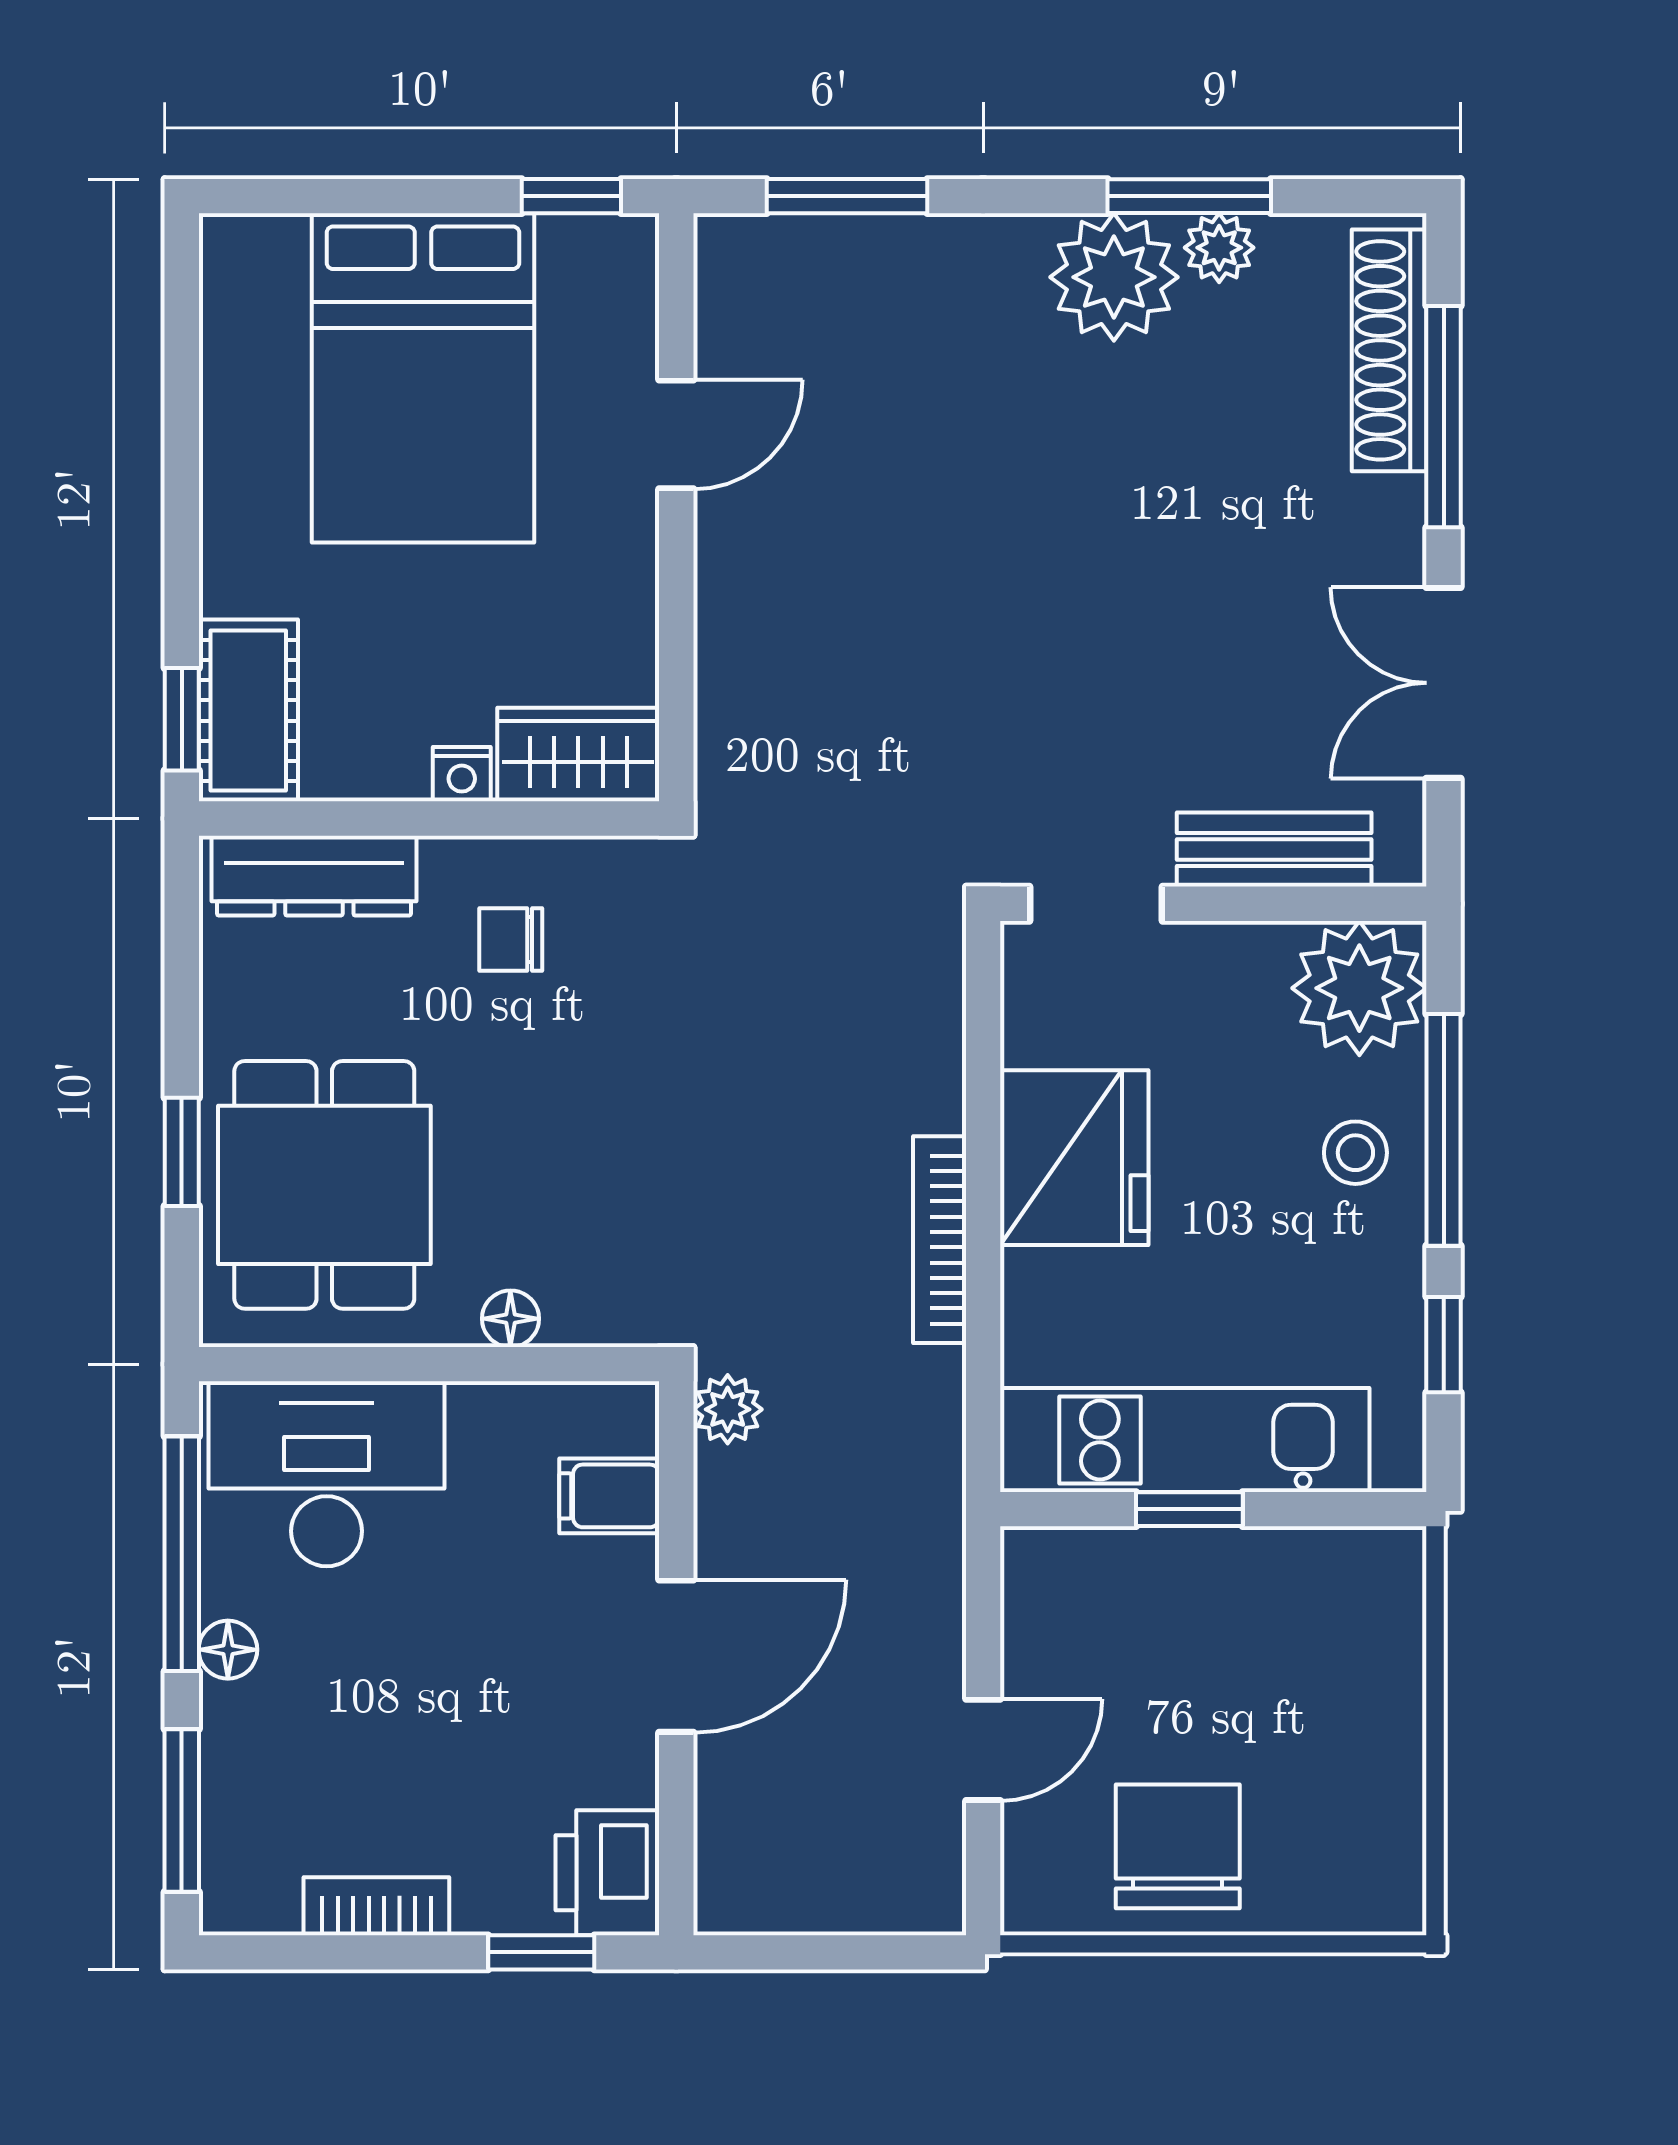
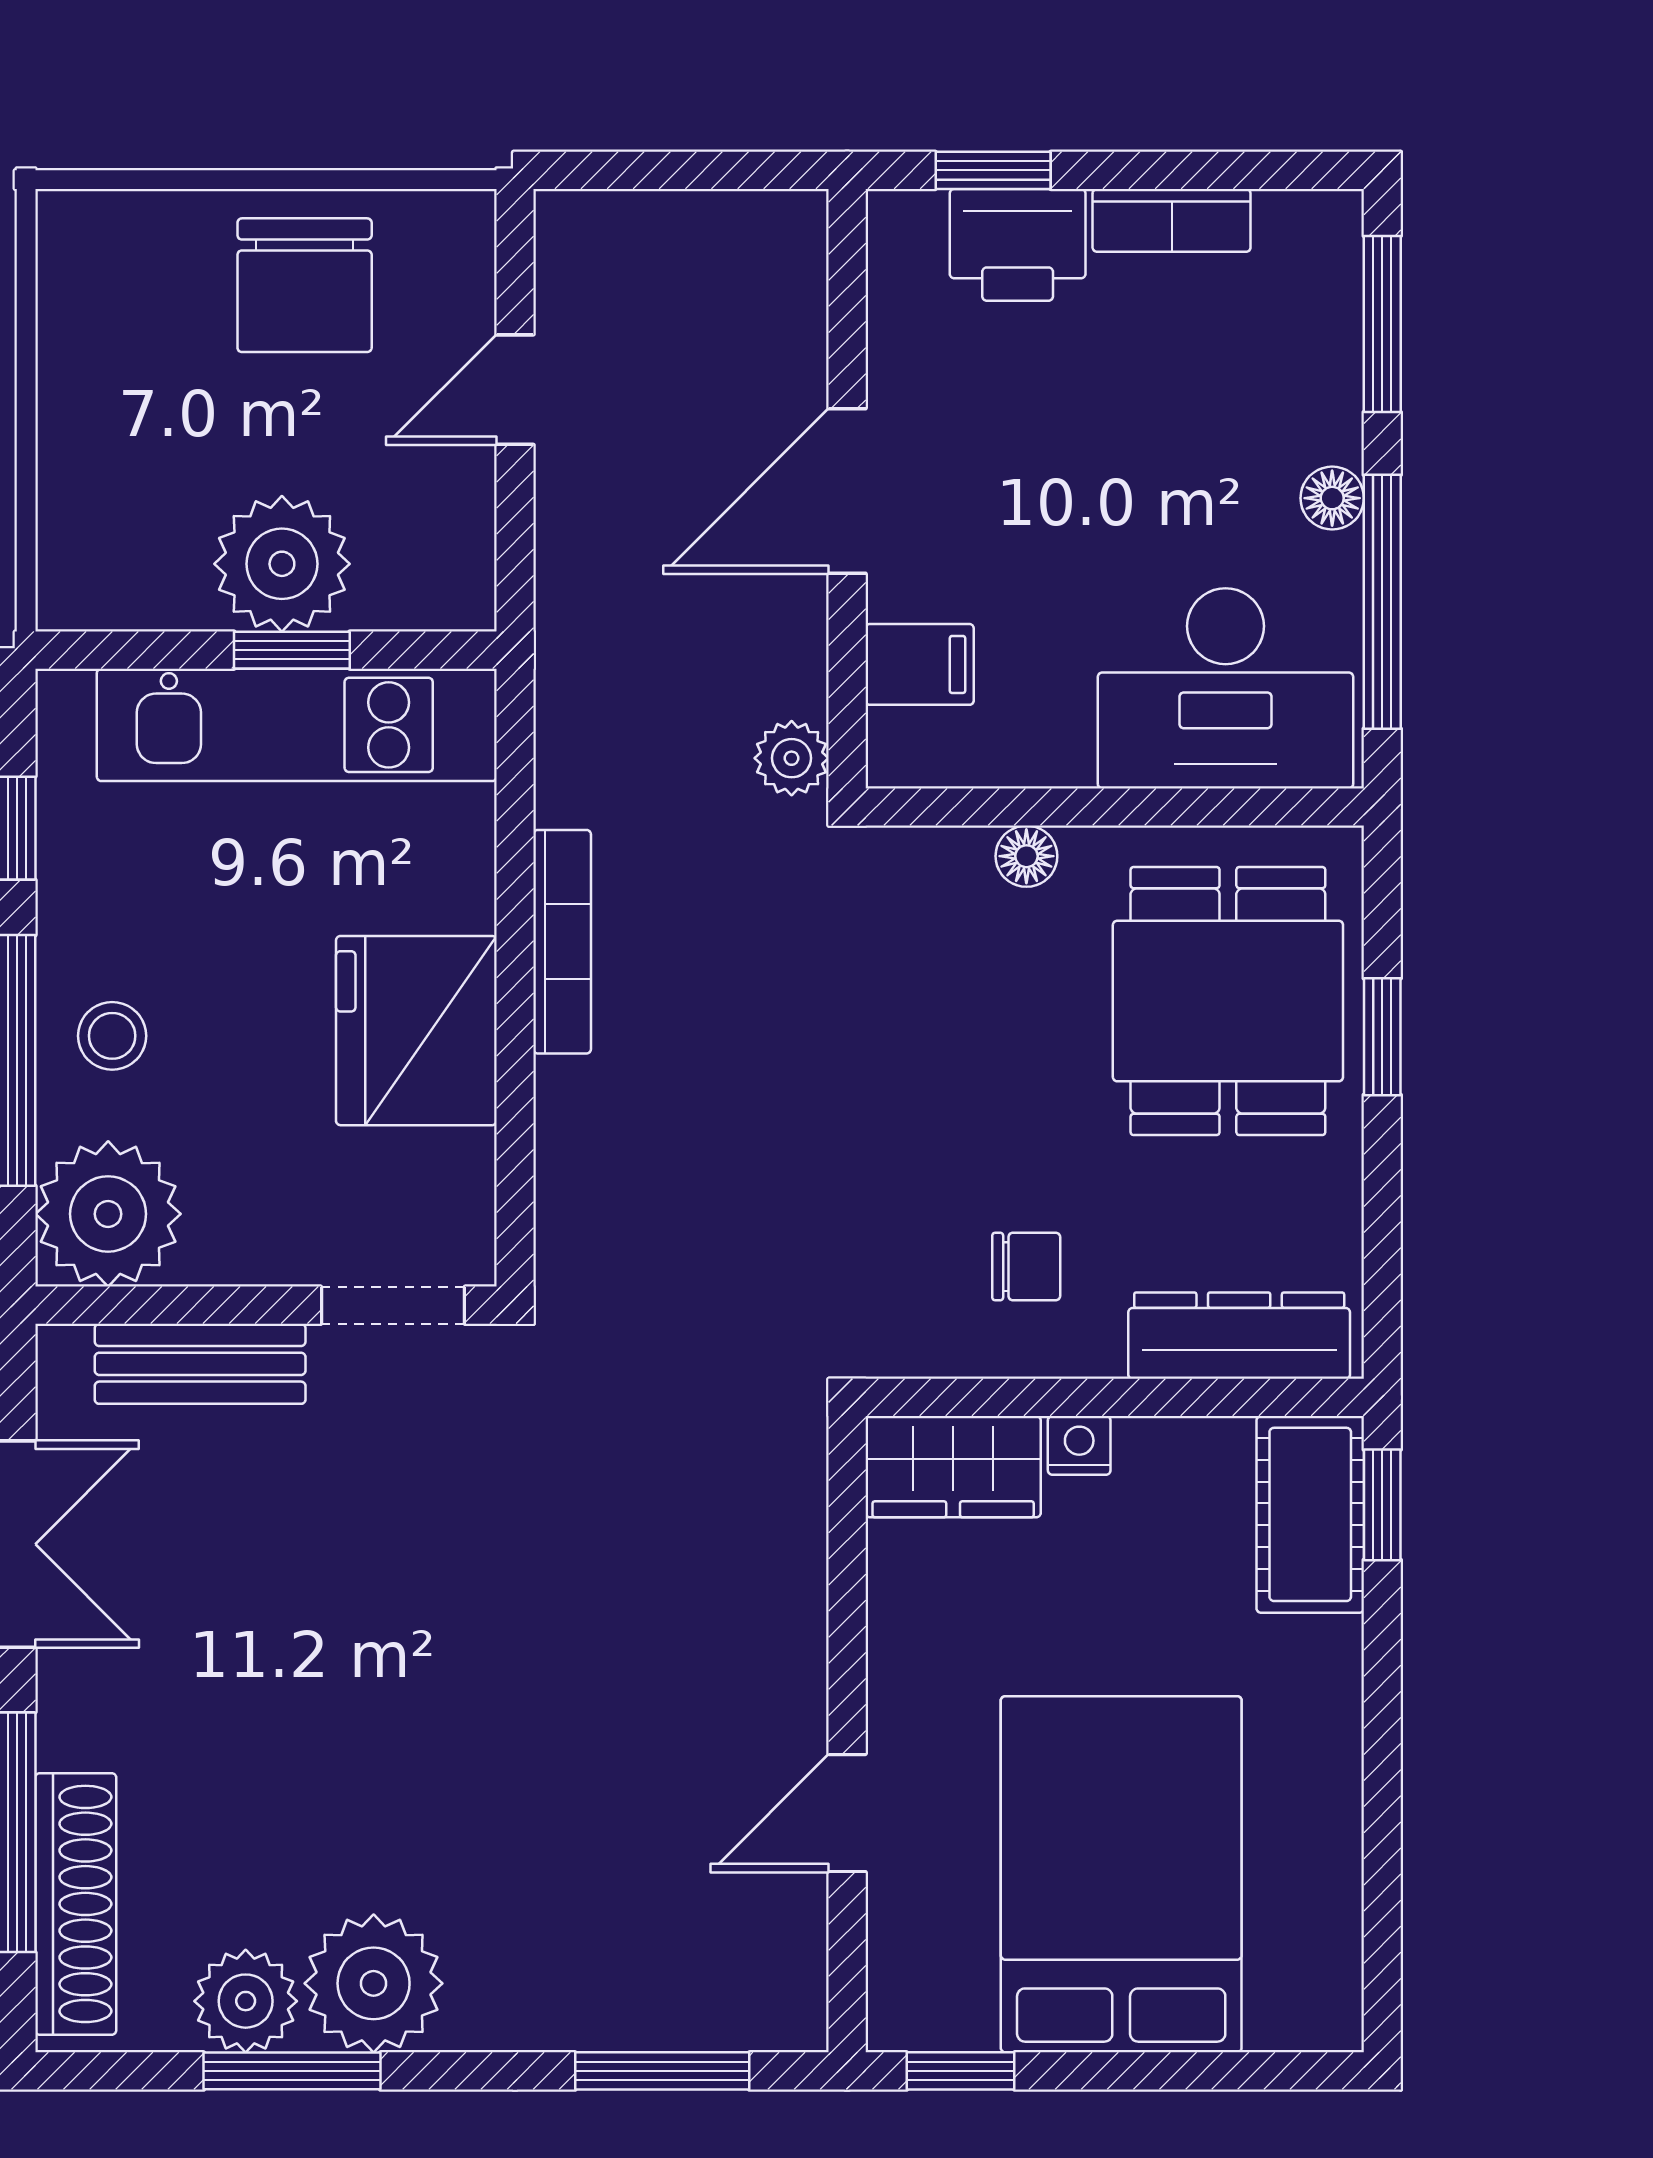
plant: (1219, 248) -> (246, 2001), width x1.38, depth x1.38
plant: (1199, 1589) -> (282, 564), added
printer: (607, 1873) -> (1018, 245), moved, turned 90

